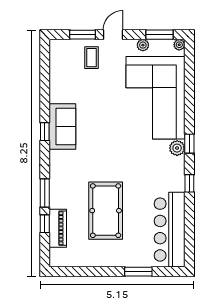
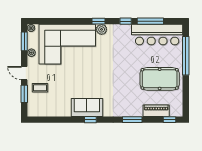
pool table: (106, 211) -> (160, 79), moved
window: (189, 220) -> (150, 21), added
window: (45, 224) -> (169, 120), moved
window: (138, 272) -> (186, 56), width x2.11

